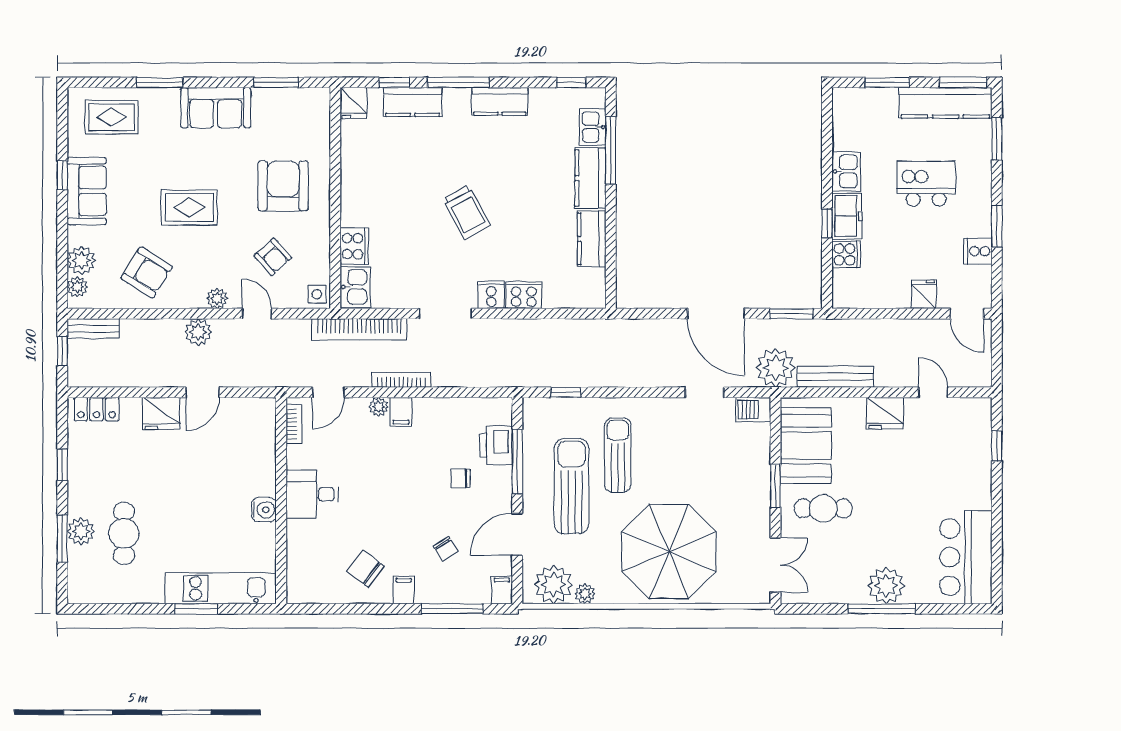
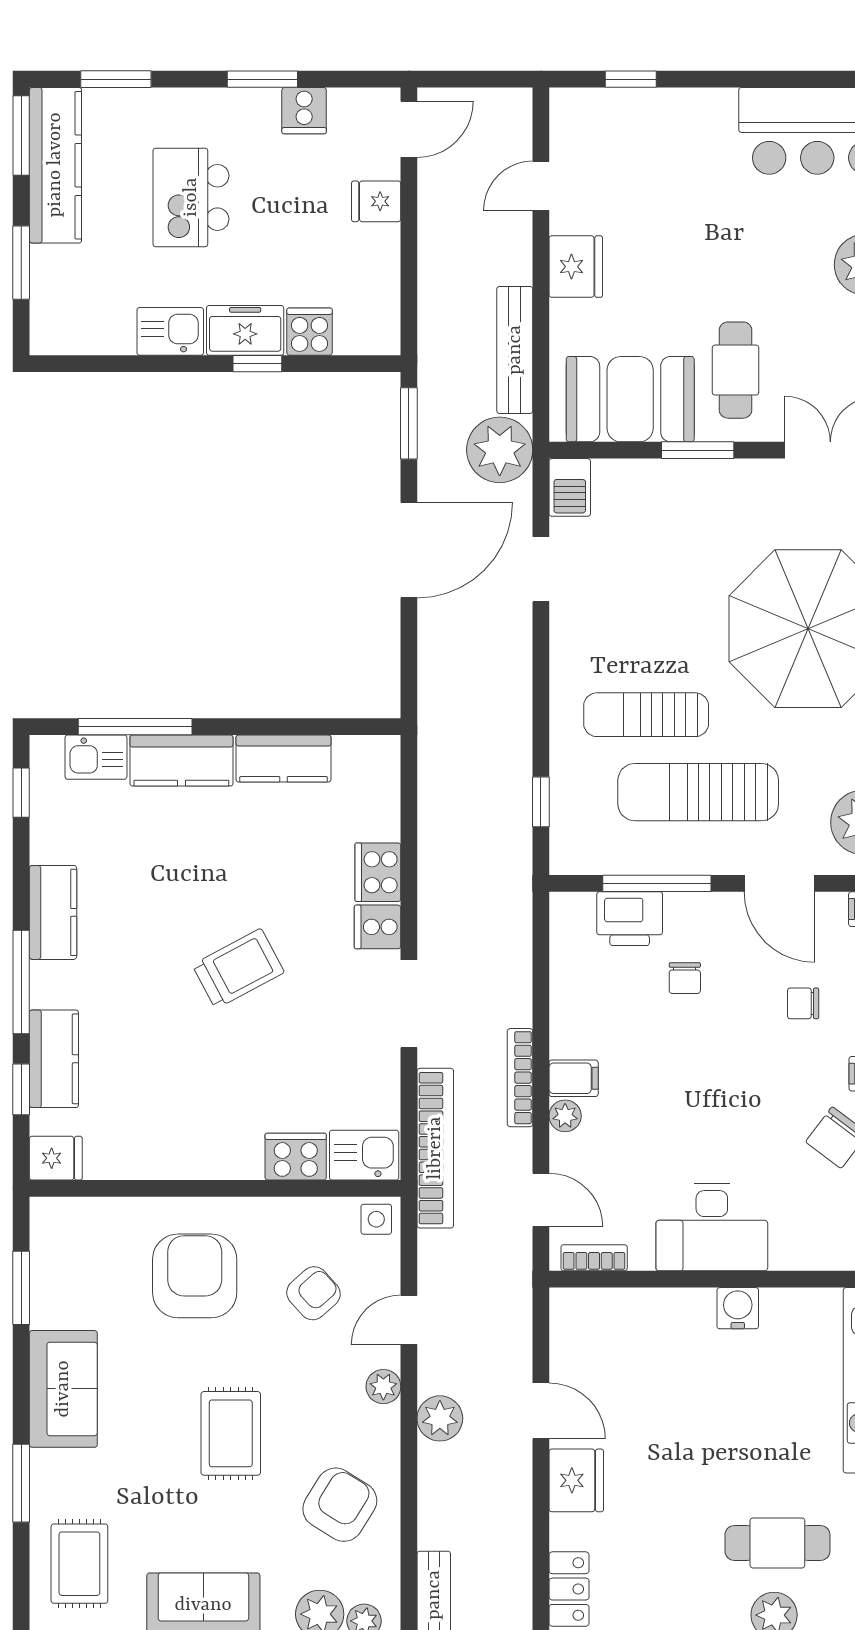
armchair: (283, 186) -> (195, 1276), turned 90
desk: (312, 494) -> (712, 1227), width x1.37
chair: (446, 549) -> (803, 1003), turned -147

